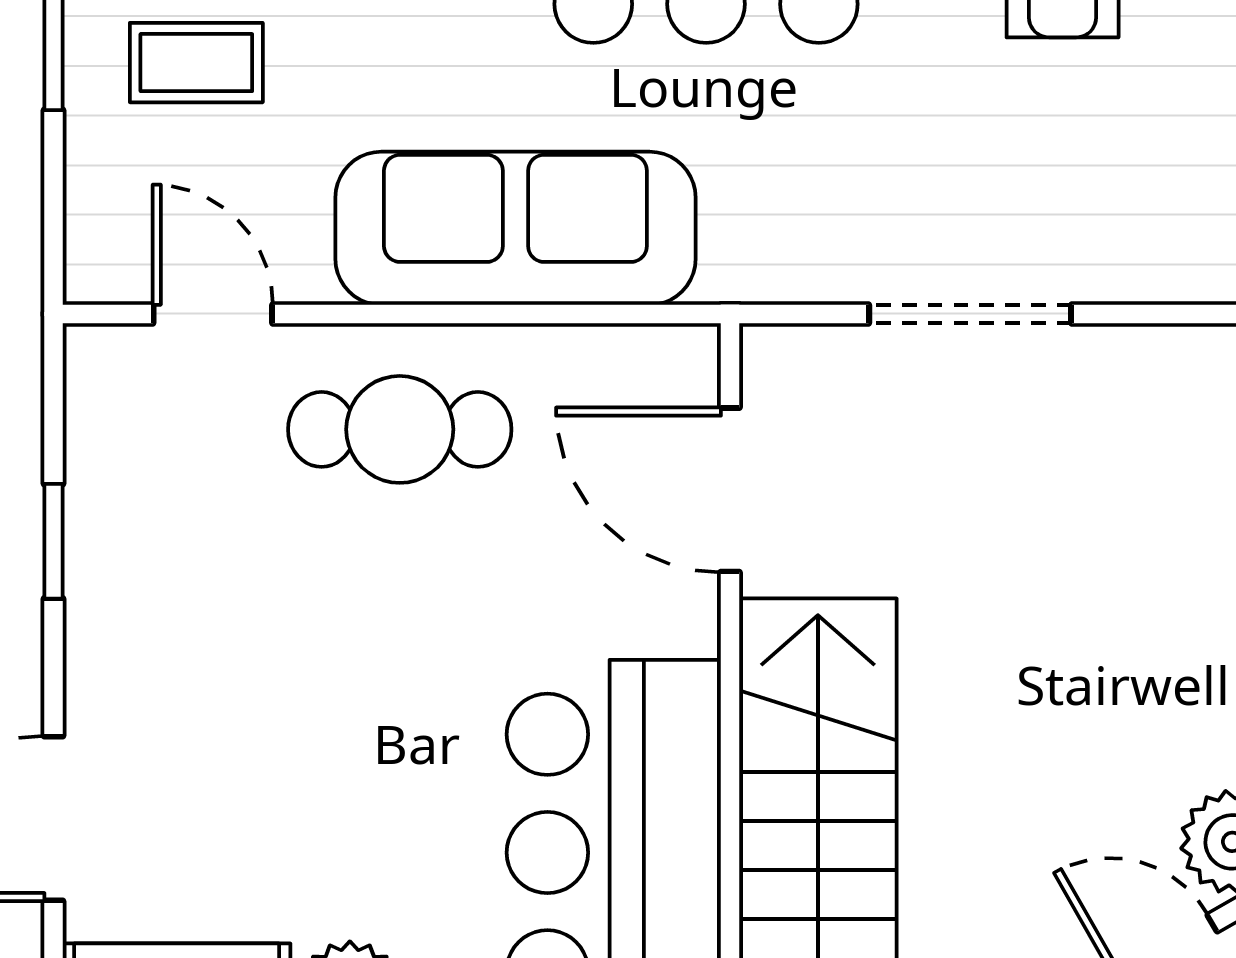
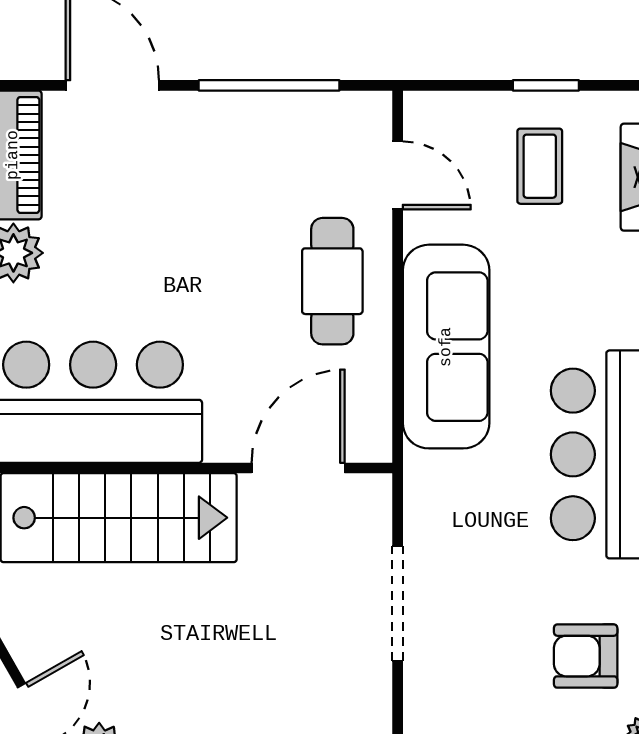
door: (213, 314) -> (398, 175), hinge flipped
window: (54, 541) -> (269, 85), width x2.17

